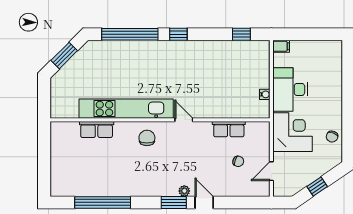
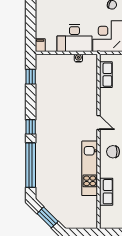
kitchen unit: (126, 109) -> (90, 168), width x0.73
door: (184, 120) -> (99, 122), swing flipped
row of seats: (229, 129) -> (106, 75), moved

